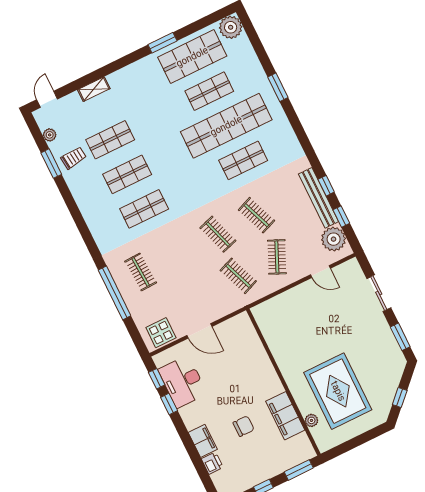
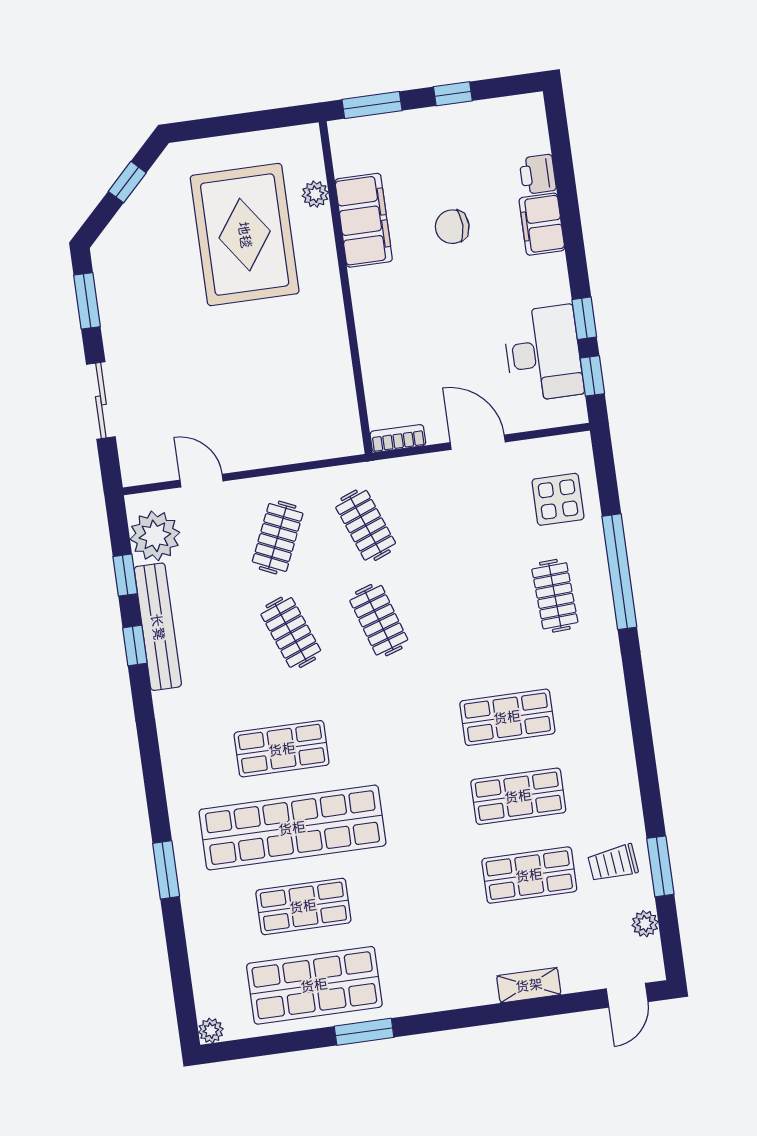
plant: (231, 27) -> (211, 1031), width x0.53, depth x0.53
bookcase: (237, 321) -> (398, 438), added
display table: (161, 333) -> (558, 499), moved

